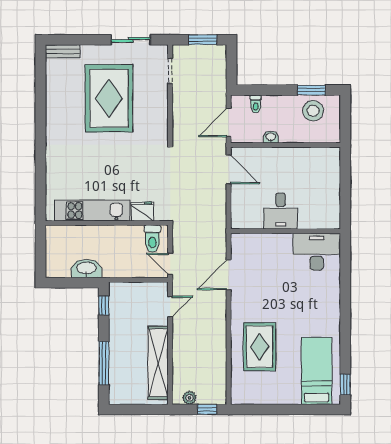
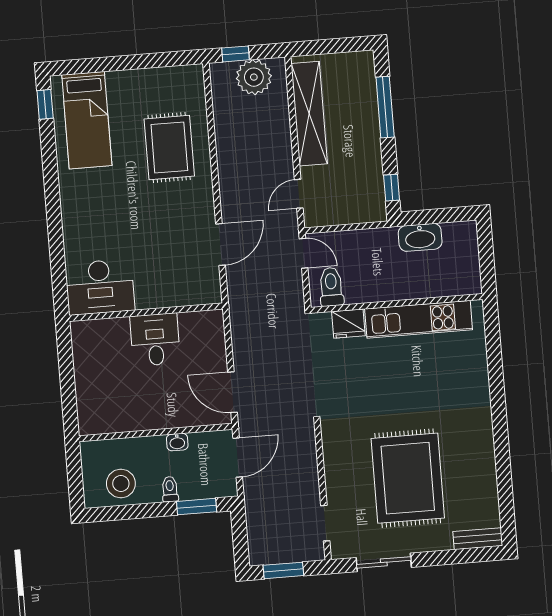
window: (311, 90) -> (197, 507), moved
toilet: (256, 104) -> (170, 489), moved
plant: (190, 398) -> (254, 77), width x1.87, depth x1.87

